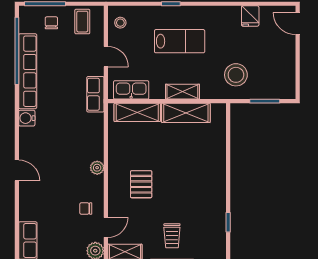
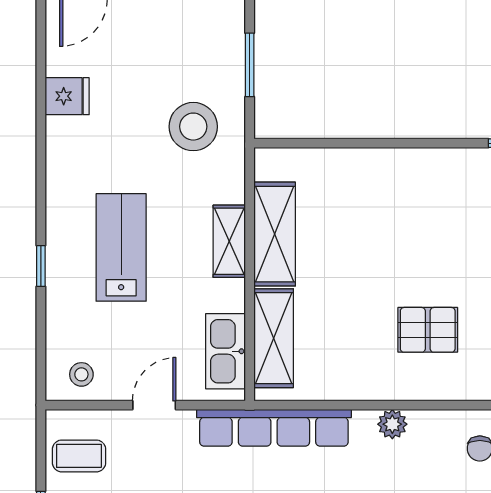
row of seats: (95, 94) -> (274, 428), width x2.02

